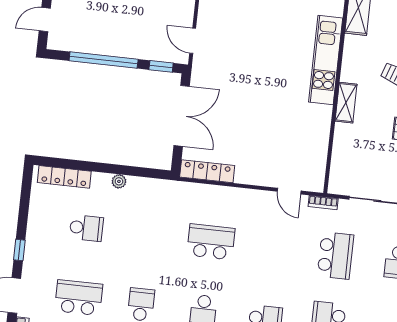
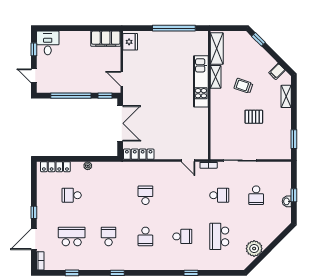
door: (45, 20) -> (34, 76), hinge flipped
shelving: (346, 103) -> (216, 77), moved
school desk: (86, 228) -> (72, 195), turned 180
school desk: (211, 242) -> (145, 195), width x0.54
school desk: (335, 256) -> (219, 195), width x0.54

